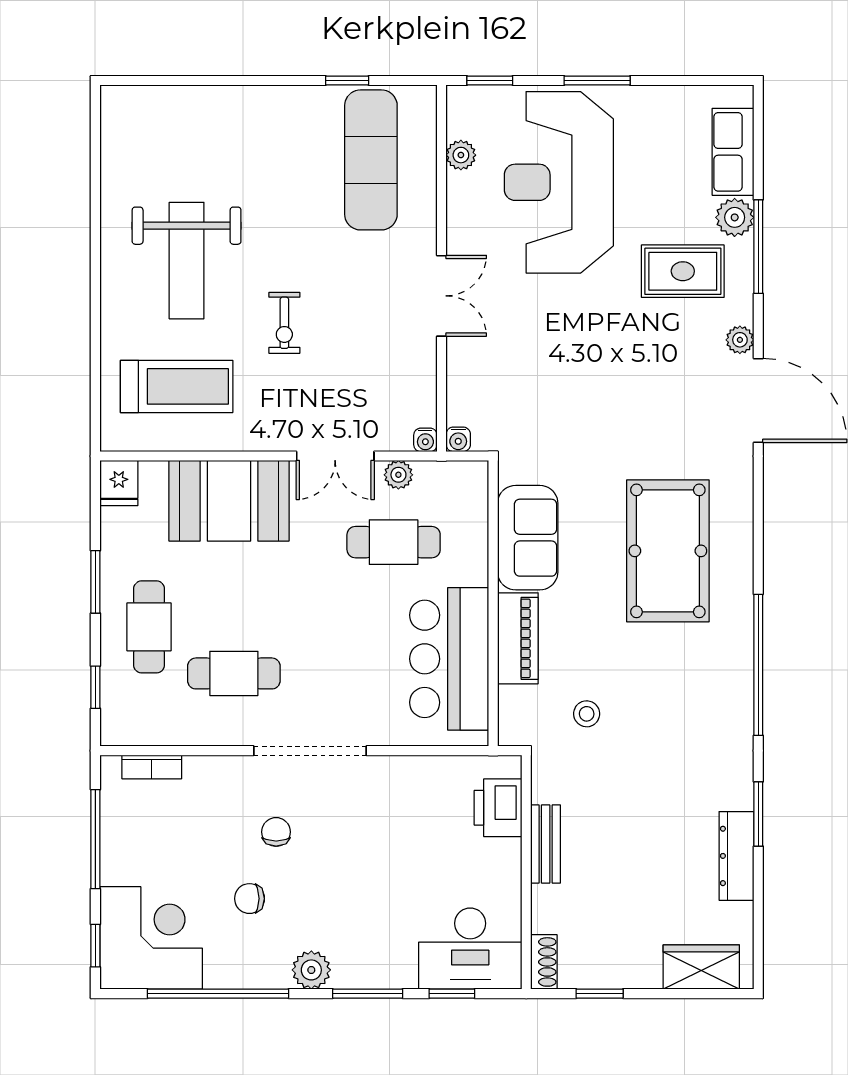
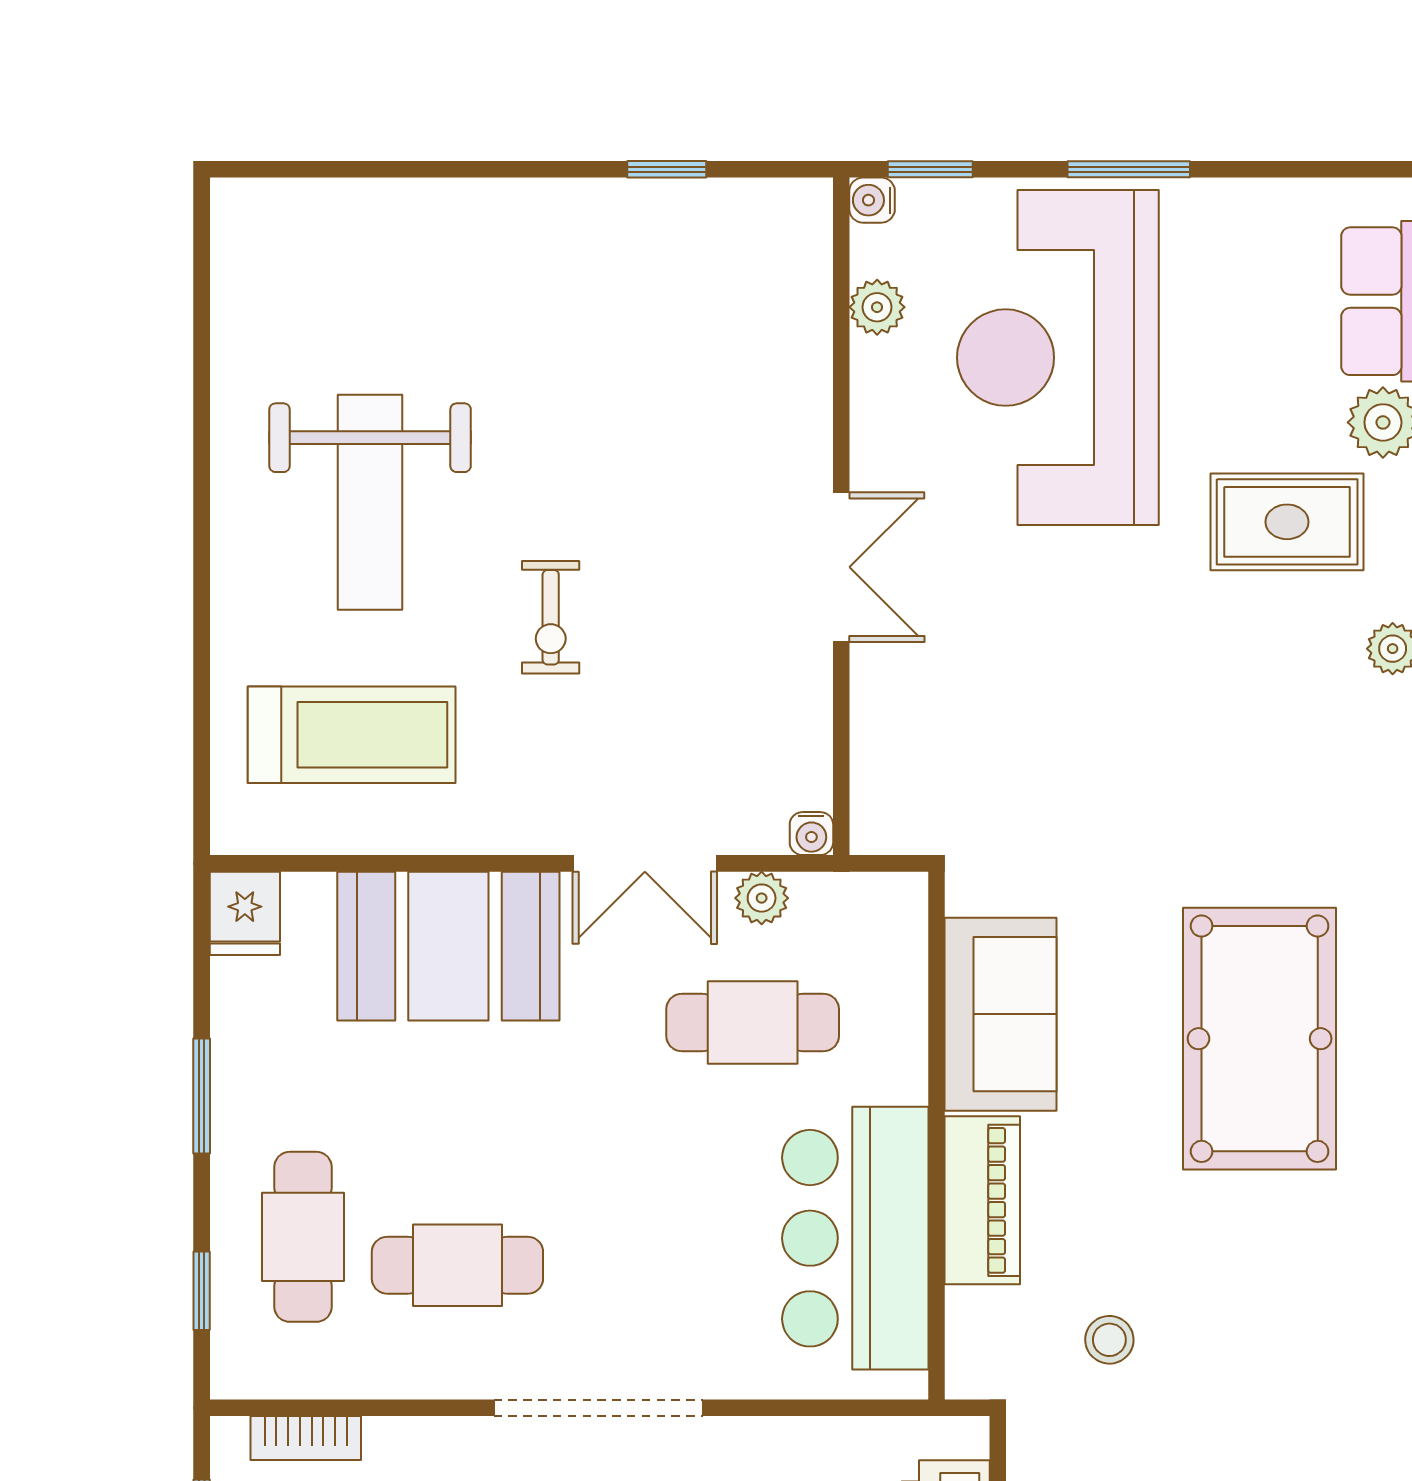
exercise mat: (371, 160) -> (711, 316), removed
water cooler: (458, 439) -> (872, 200), moved, turned 90
cafe table: (149, 627) -> (303, 1237), moved

